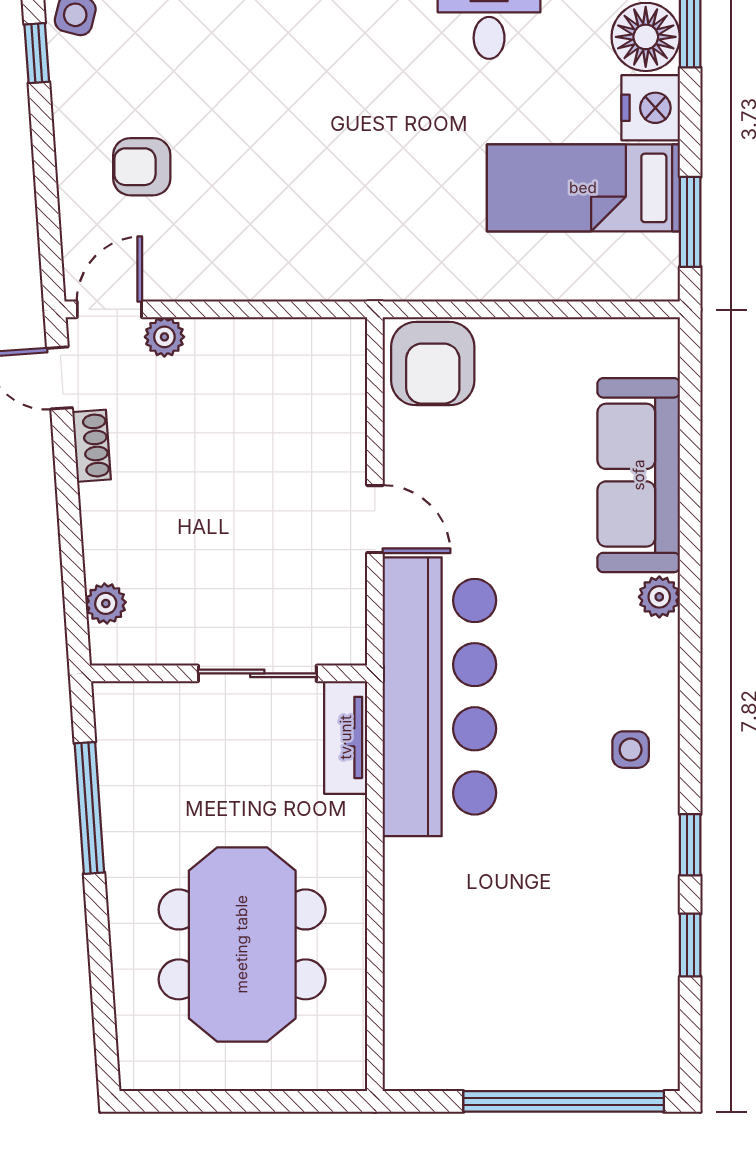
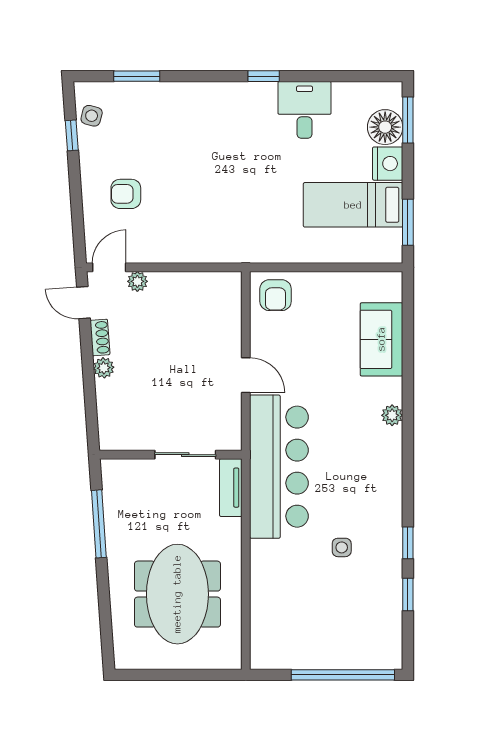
armchair: (433, 364) -> (276, 295), width x0.72, depth x0.72
sofa: (639, 475) -> (381, 339), width x0.73
plant: (106, 603) -> (104, 368), moved
side table: (631, 750) -> (342, 547), moved

